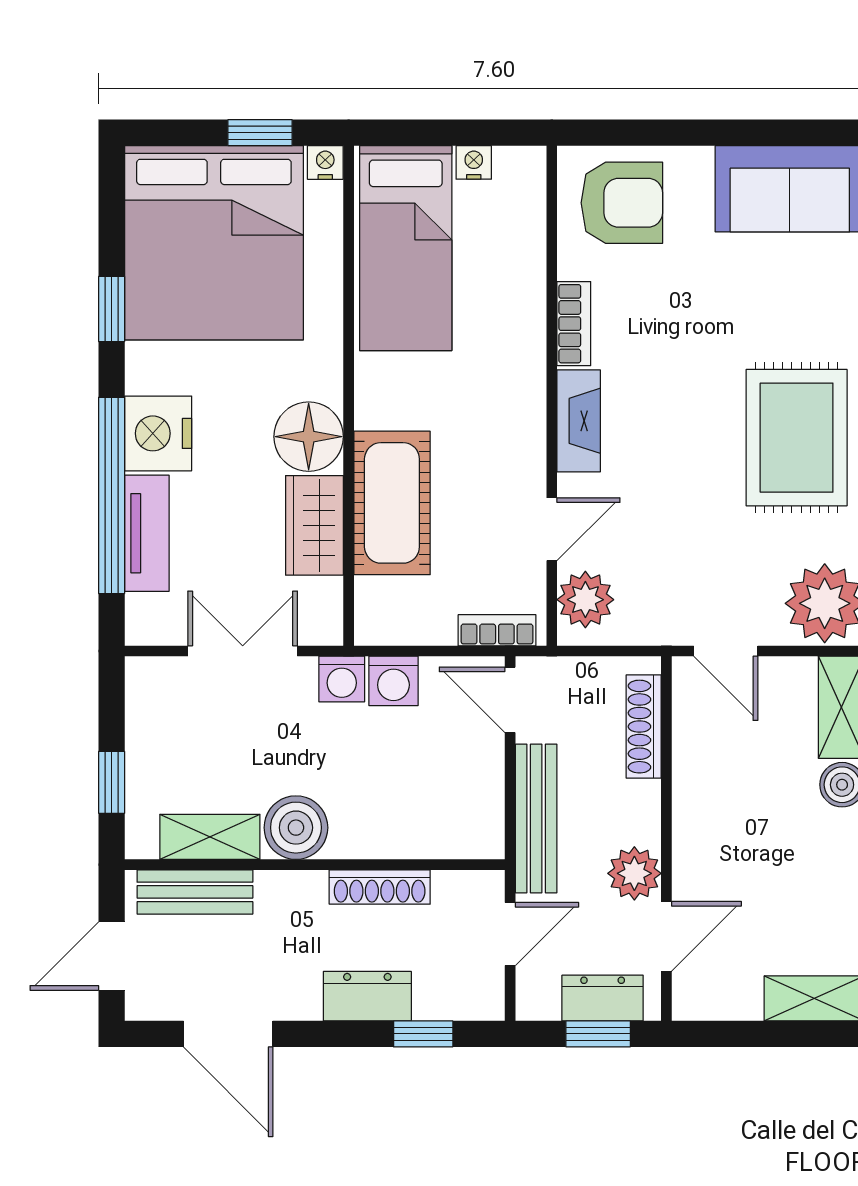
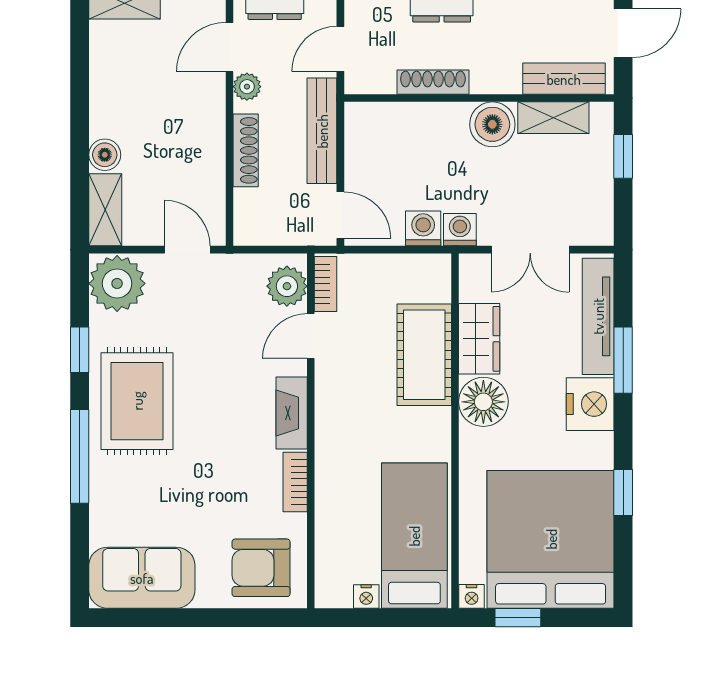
window: (112, 495) -> (623, 360), width x0.47
tv unit: (147, 533) -> (598, 316), width x1.41
bookcase: (497, 630) -> (326, 284), moved, turned -90
shoe rack: (644, 727) -> (246, 150), moved
plant: (634, 873) -> (247, 87), width x0.73, depth x0.73

